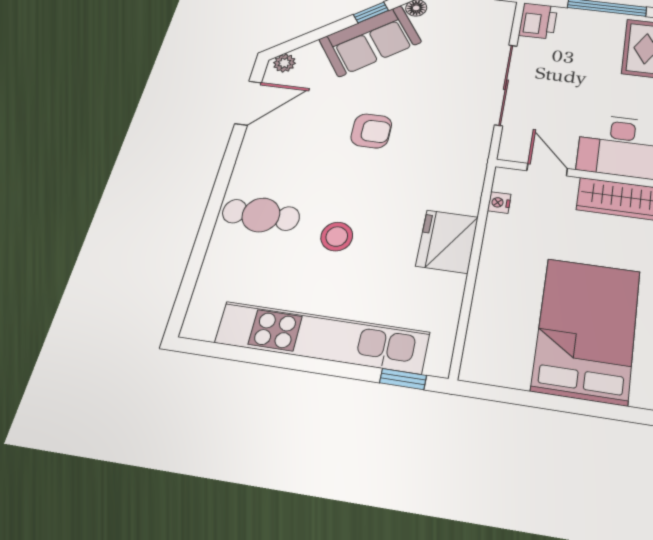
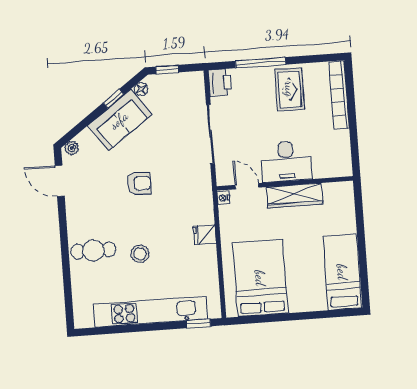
door: (248, 103) -> (60, 181), swing flipped
nightstand: (499, 203) -> (223, 198), moved
fridge: (447, 241) -> (205, 234), width x0.53, depth x0.75
bed: (586, 330) -> (260, 278), moved

